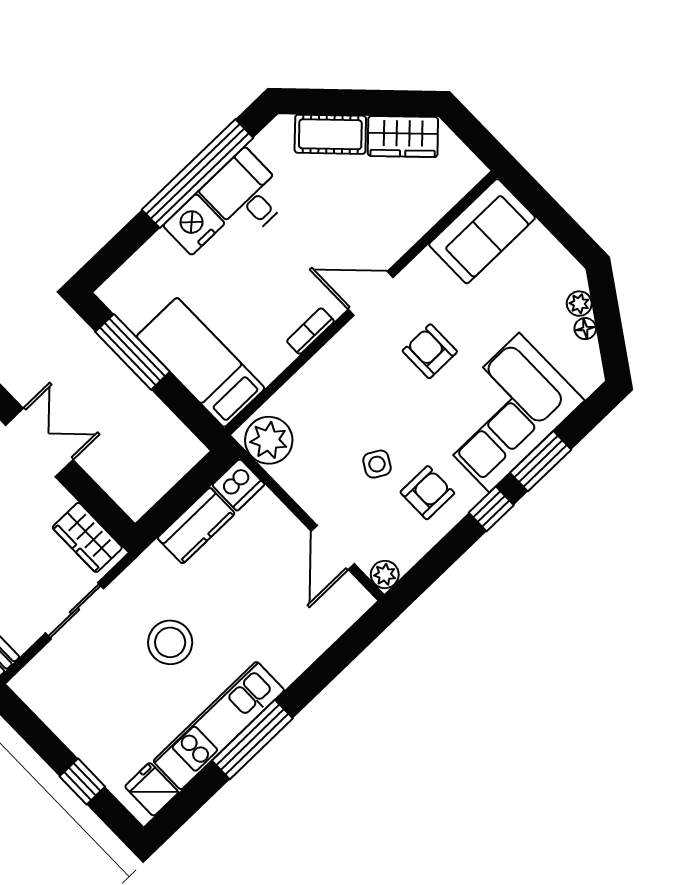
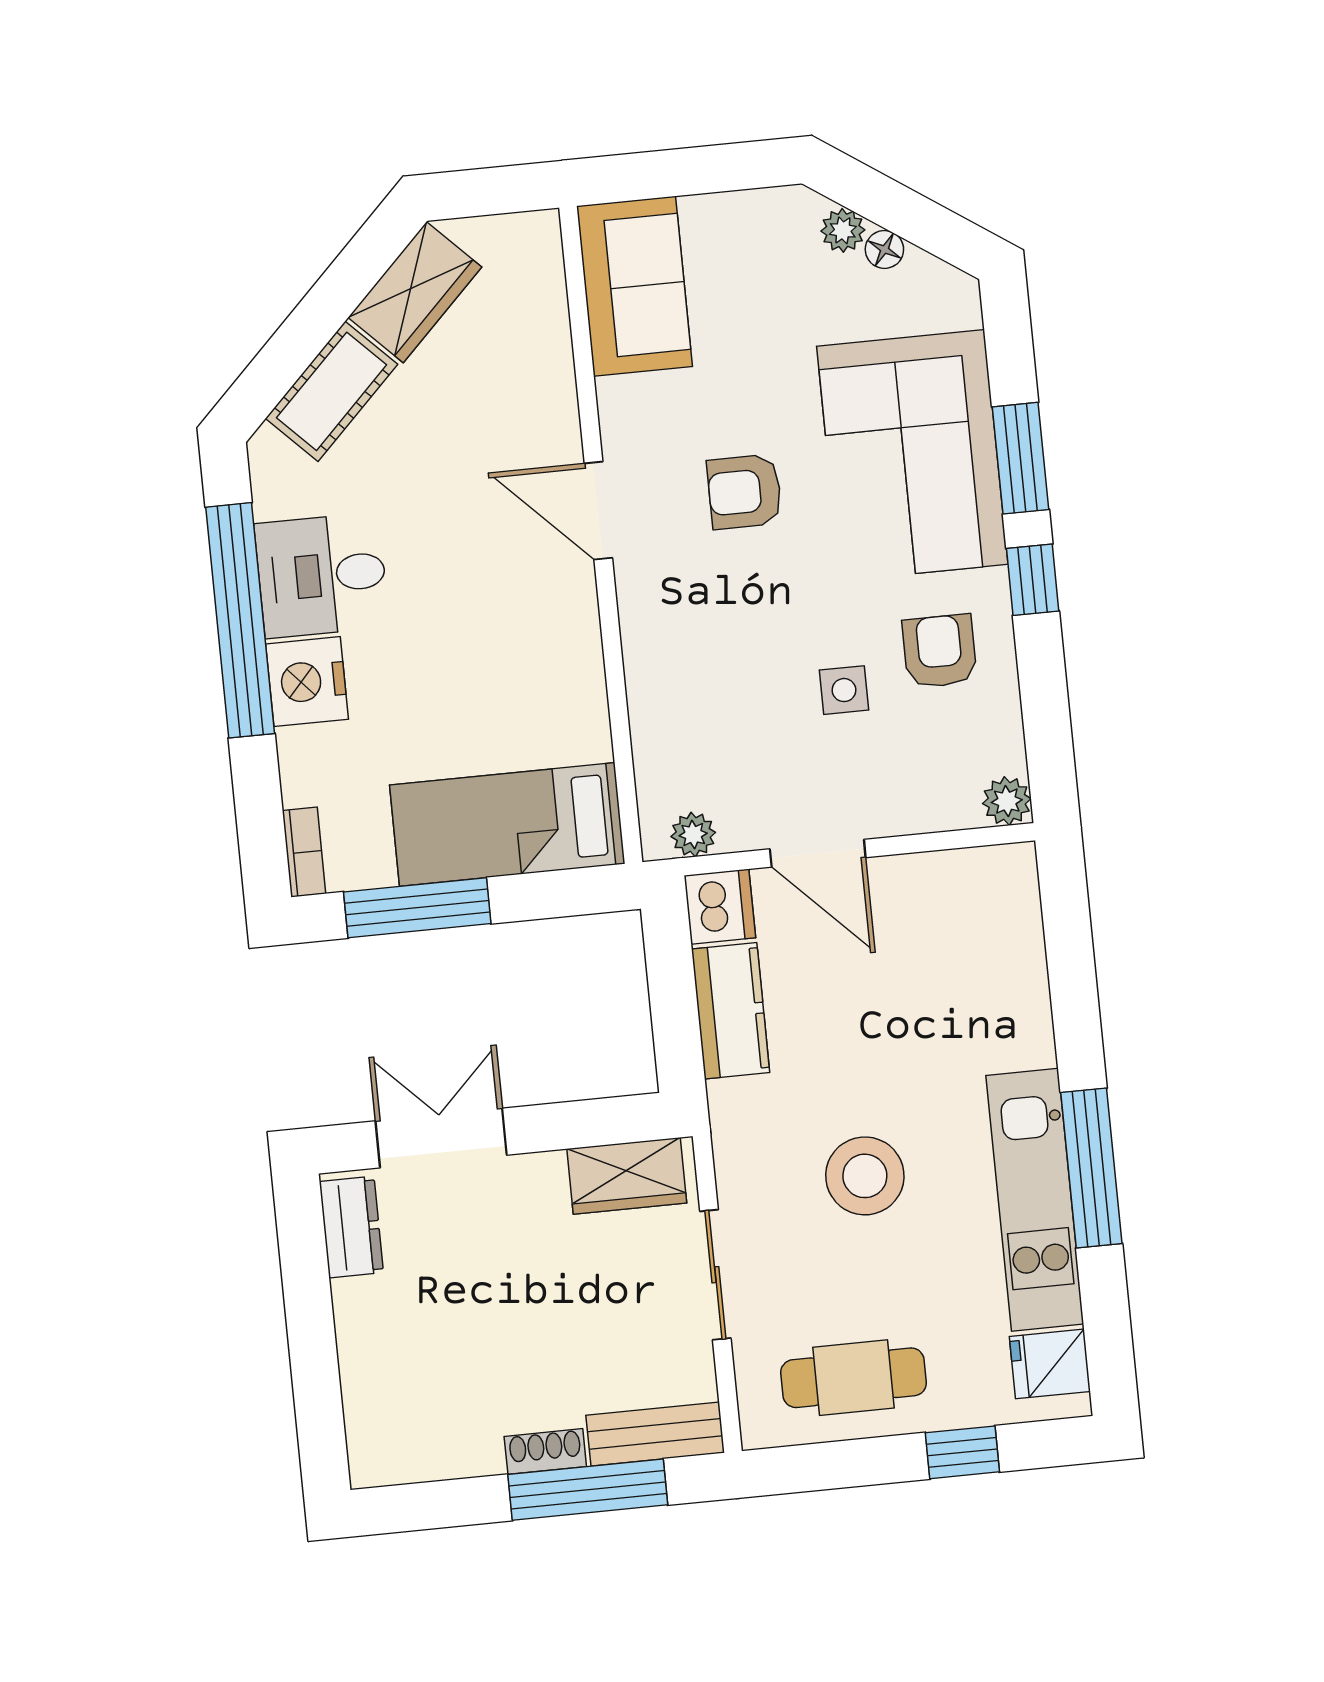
door: (371, 293) -> (598, 511), hinge flipped
bookcase: (310, 331) -> (304, 852), moved, turned 180
plant: (269, 440) -> (693, 835), width x0.53, depth x0.53
side table: (377, 464) -> (844, 690), turned -30
door: (333, 548) -> (818, 853), moved
cafe table: (77, 708) -> (854, 1378), added

